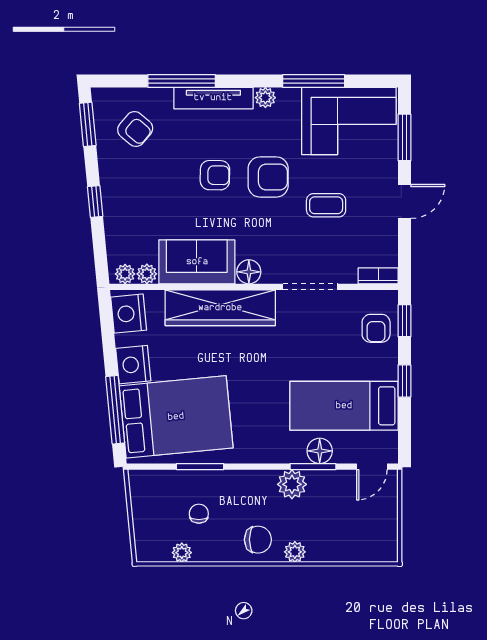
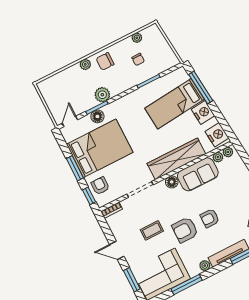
door: (404, 201) -> (117, 250), hinge flipped
window: (404, 381) -> (75, 168), width x1.50
bed: (344, 406) -> (100, 148), width x1.50
bed: (176, 417) -> (174, 104), width x0.67

